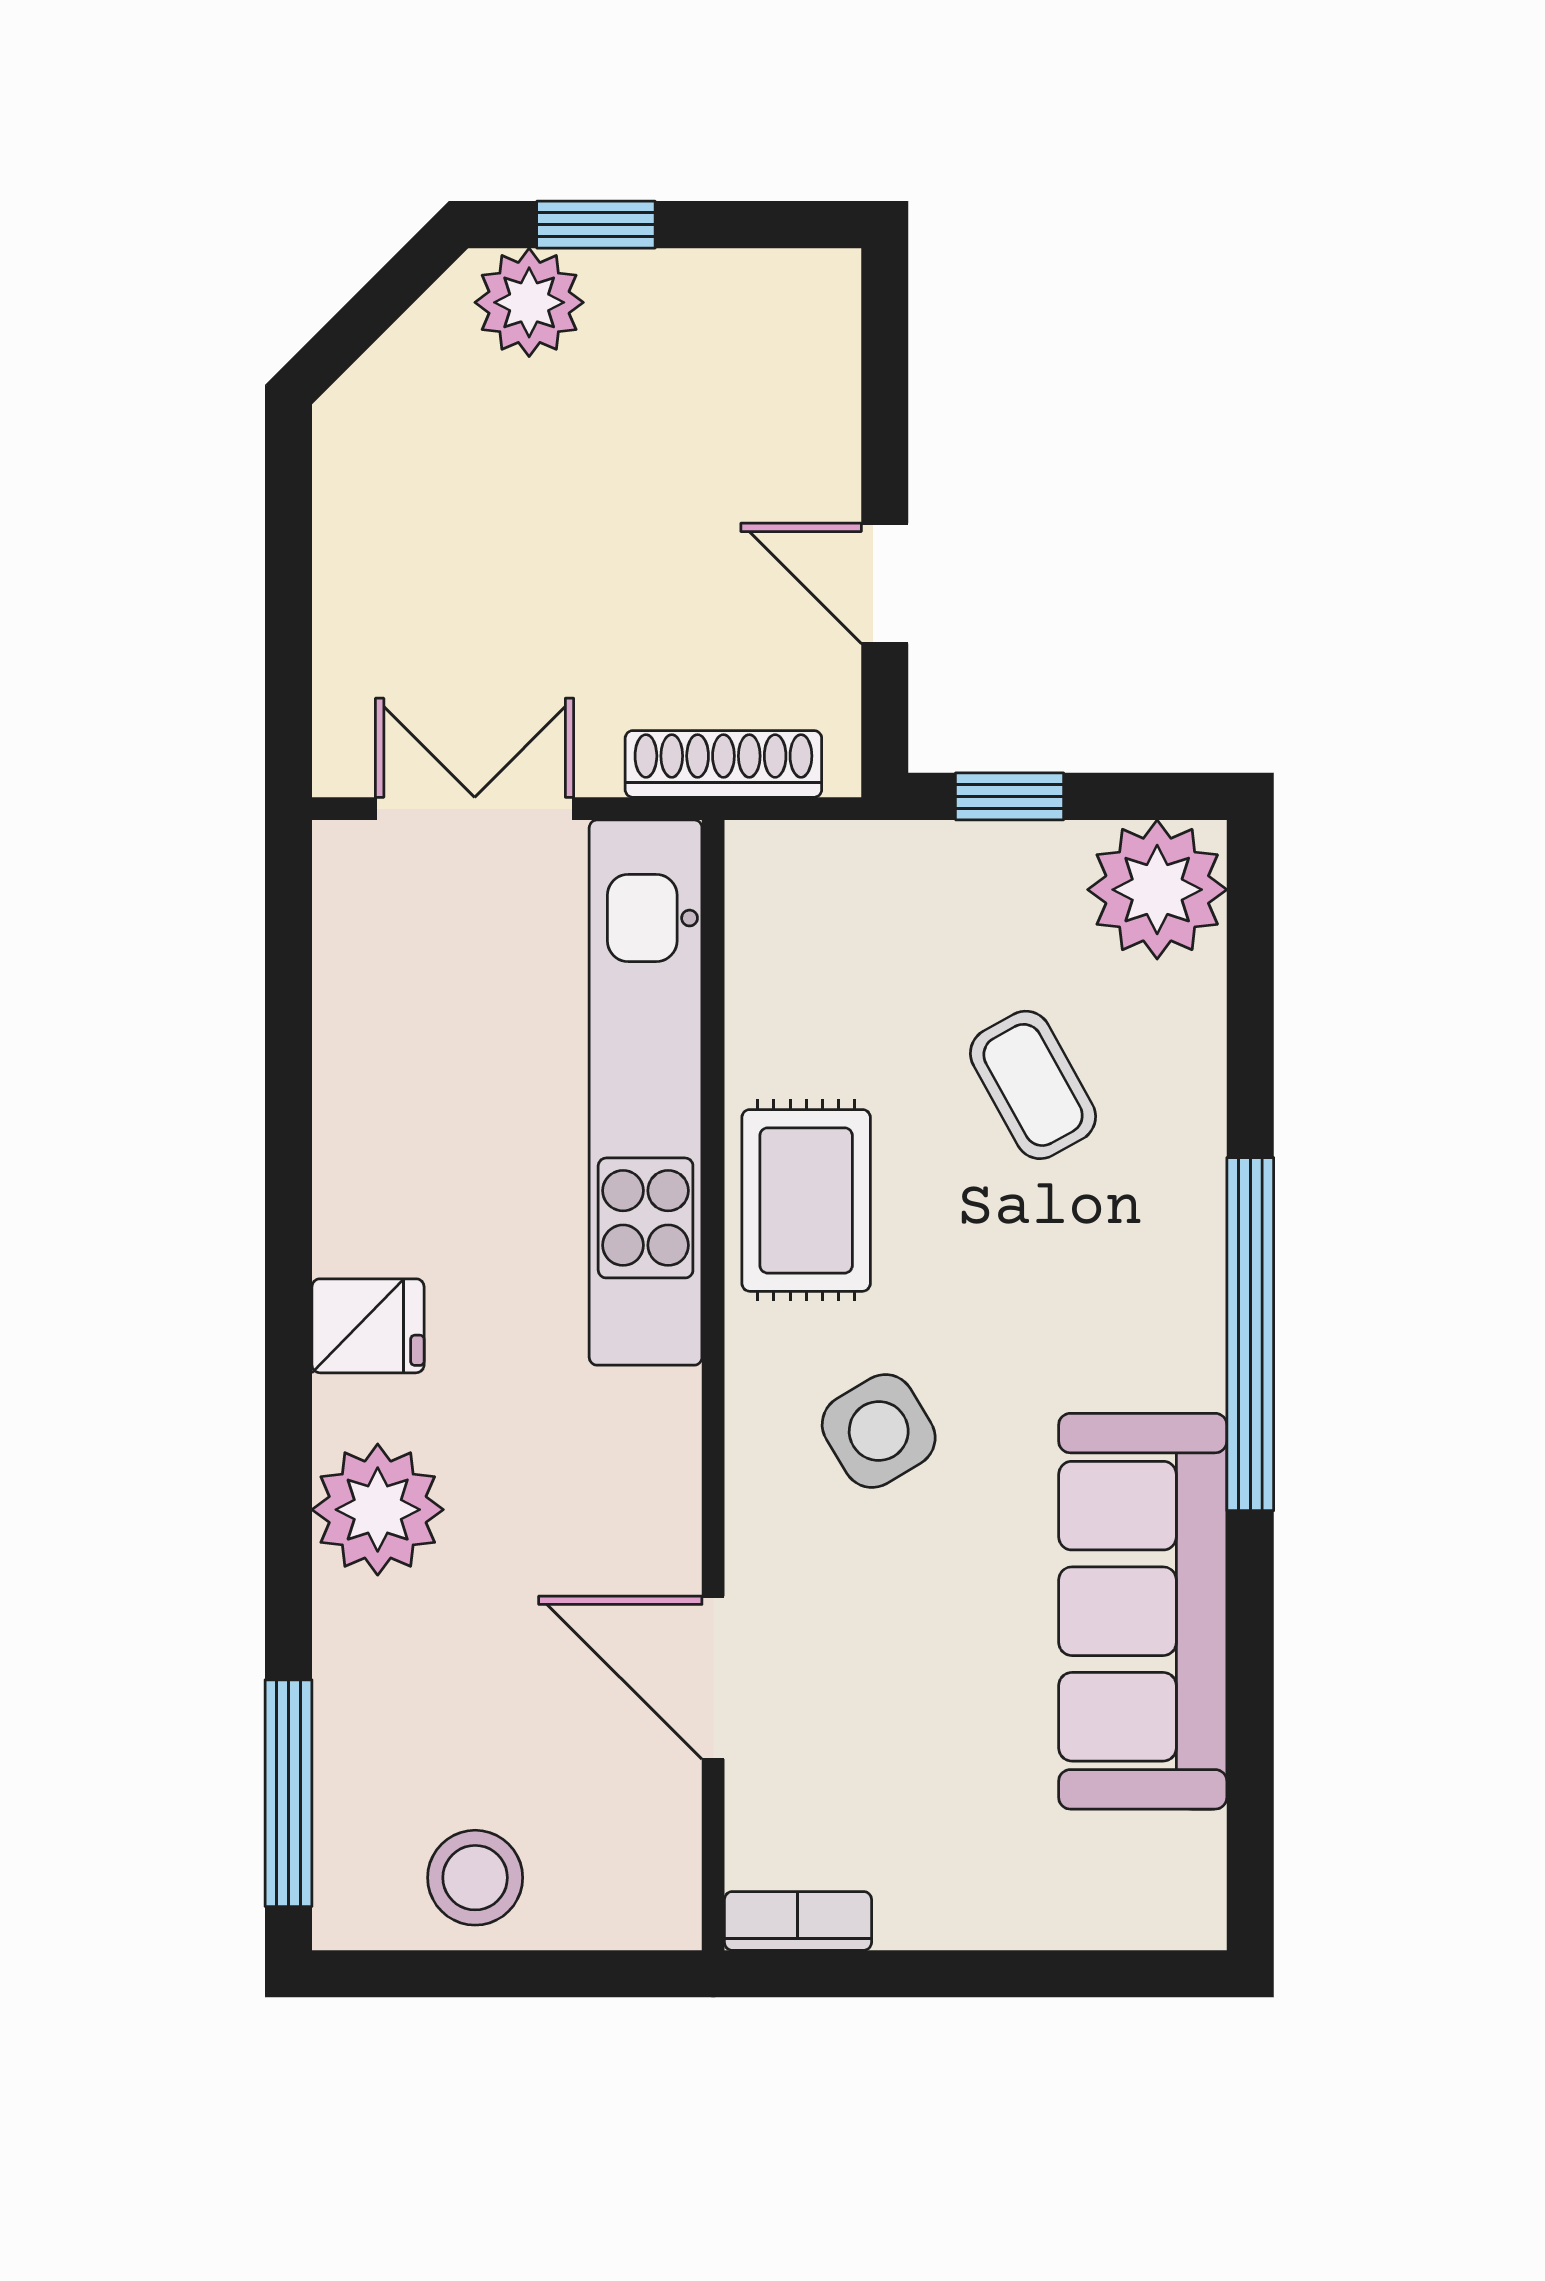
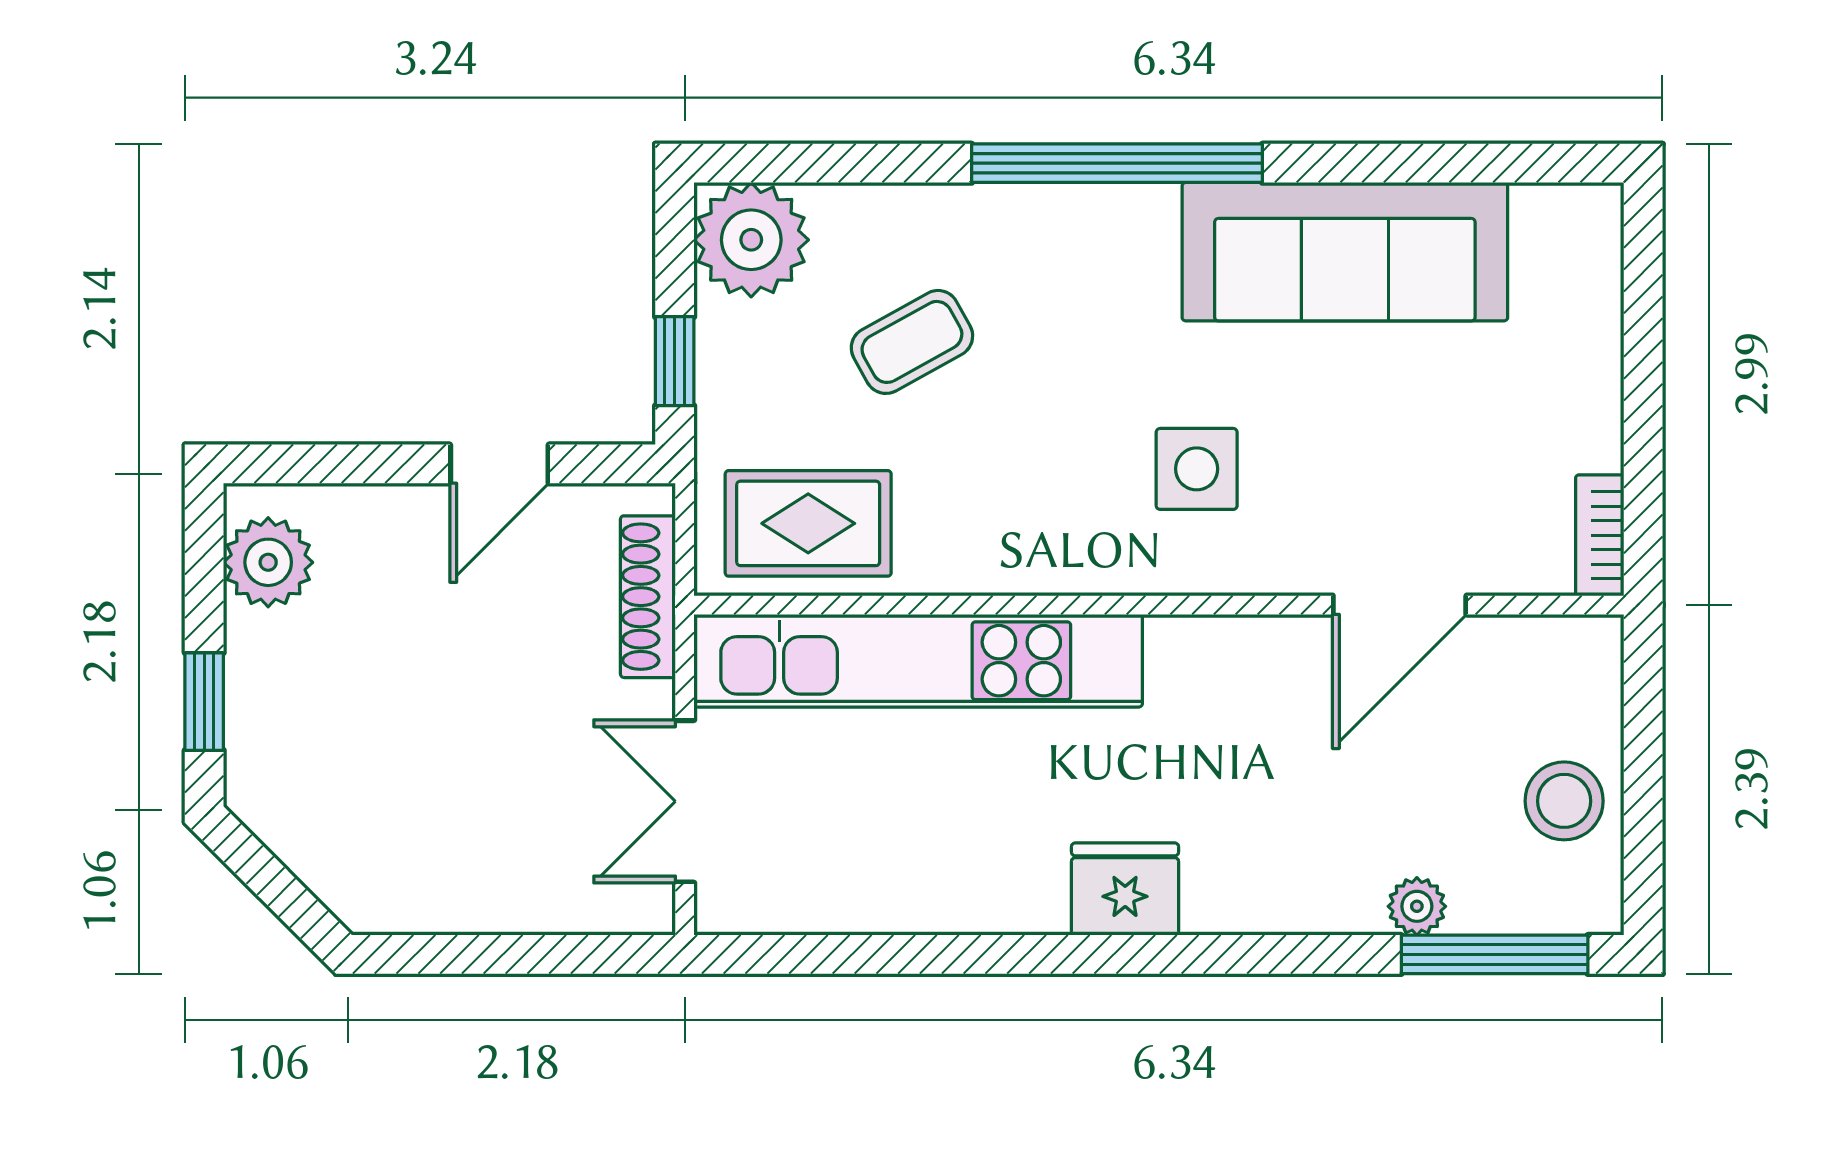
plant: (529, 302) -> (268, 562), moved
rug: (806, 1200) -> (808, 523), moved
fridge: (368, 1326) -> (1125, 889), width x1.38
side table: (879, 1431) -> (1197, 469), turned 31
plant: (378, 1510) -> (1417, 906), moved, width x0.53, depth x0.53

